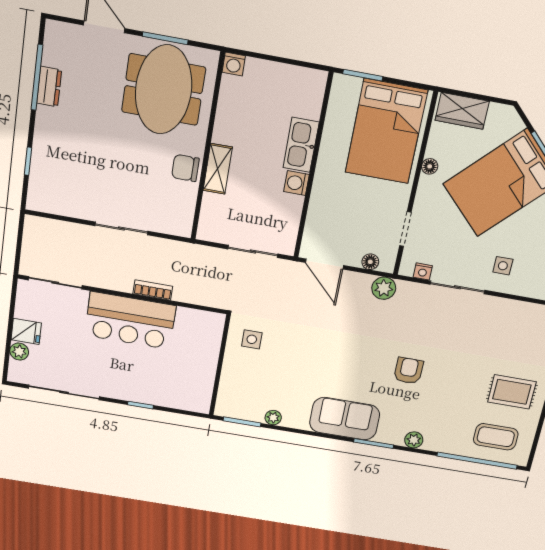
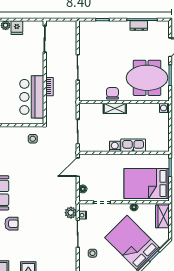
plant: (384, 288) -> (71, 213), moved
bar counter: (130, 321) -> (32, 97), moved
armchair: (409, 371) -> (11, 224), moved

